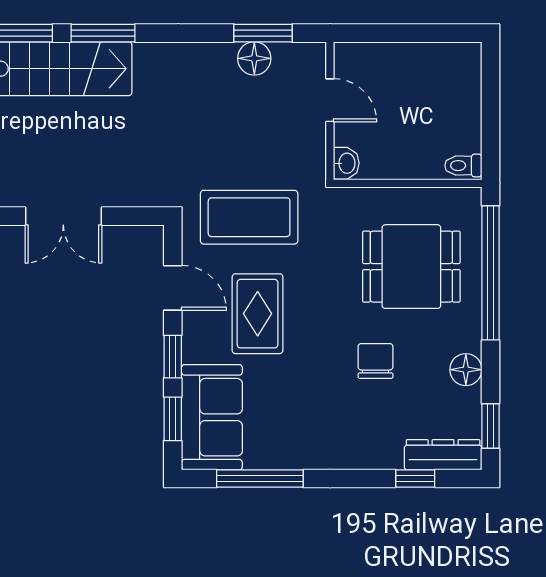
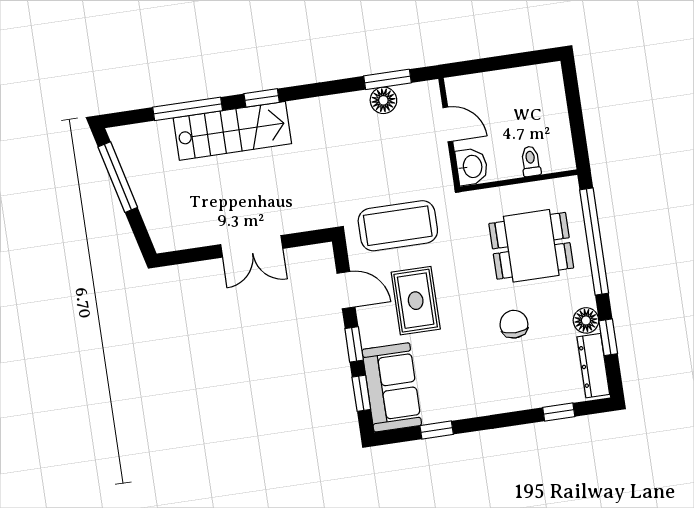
window: (103, 33) -> (262, 98), width x0.67
washbasin: (346, 163) -> (472, 167), width x1.38, depth x1.45
toilet: (463, 166) -> (531, 161), moved, turned 90
window: (490, 426) -> (608, 337), moved
dresser: (443, 455) -> (593, 366), moved, turned -90
window: (260, 479) -> (437, 430), width x0.46

